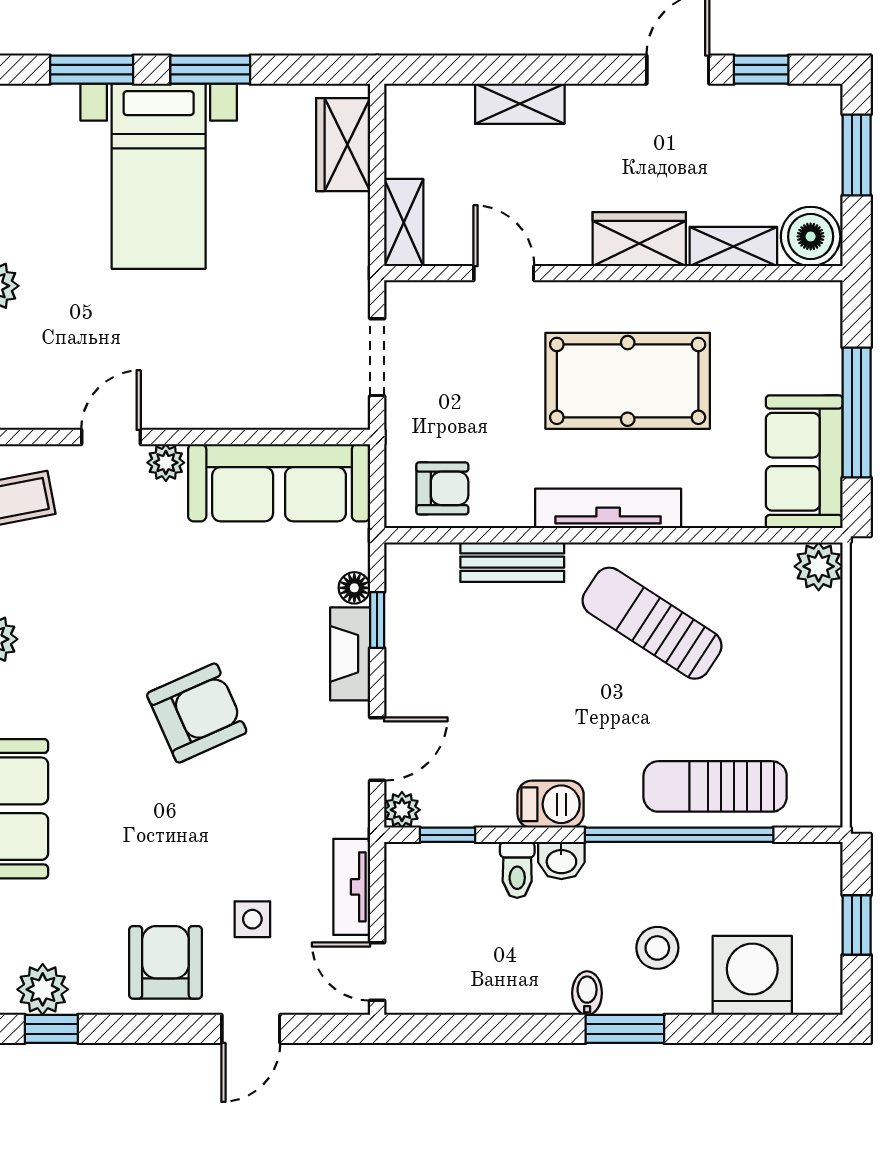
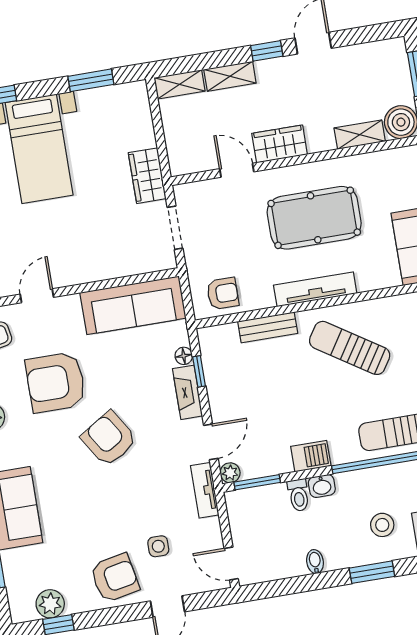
window: (210, 70) -> (91, 80), moved
window: (761, 70) -> (267, 51), moved
wardrobe: (343, 145) -> (147, 176), moved
shelving: (404, 223) -> (180, 84), moved, turned 90
wardrobe: (639, 239) -> (280, 144), moved
plant: (166, 463) -> (69, 305), removed
armchair: (119, 597) -> (56, 382), added
armchair: (197, 713) -> (109, 439), turned -98
window: (447, 835) -> (257, 482), width x1.50
tv unit: (352, 887) -> (205, 490), moved
armchair: (165, 962) -> (115, 578), turned 79
bidet: (587, 993) -> (315, 562), moved

